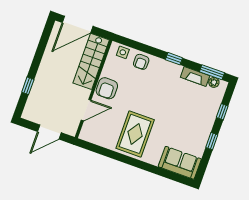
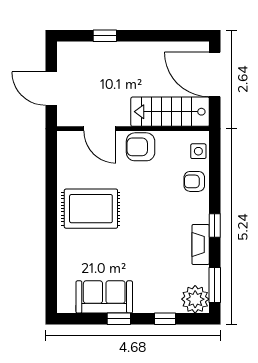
fireplace: (195, 76) -> (201, 245), moved
plant: (214, 82) -> (195, 299), width x1.87, depth x1.87
sofa: (180, 163) -> (104, 297), moved, turned -90

